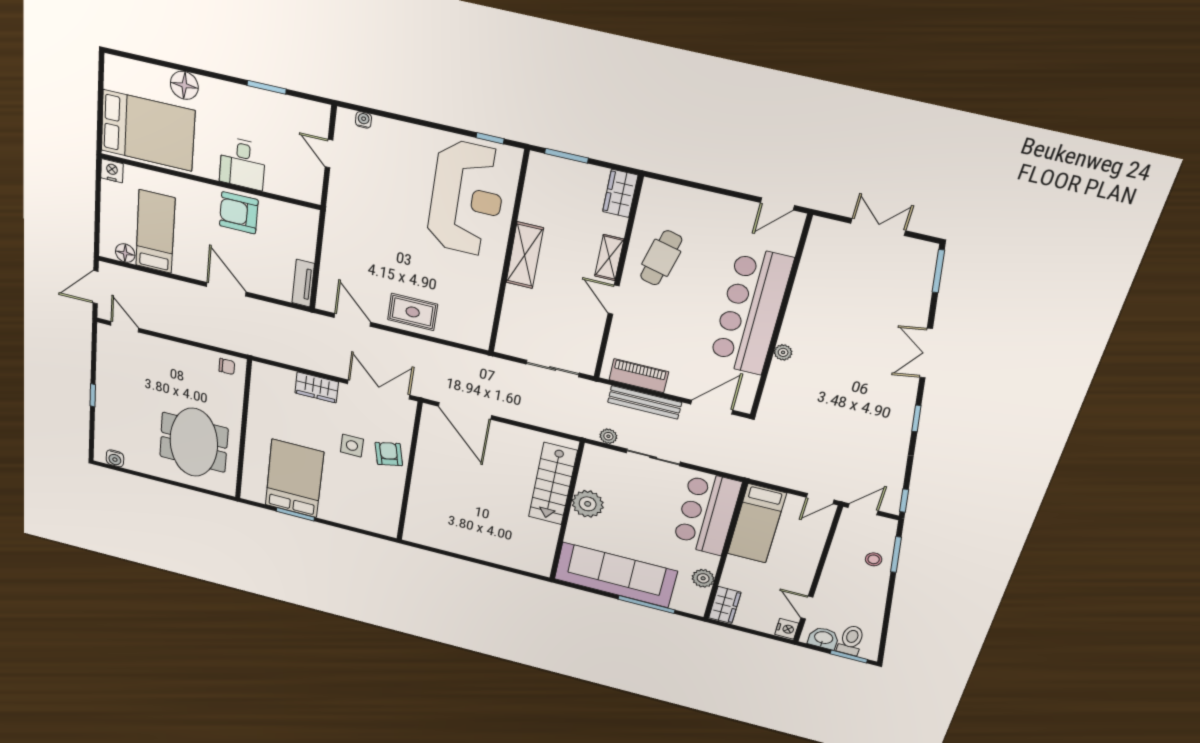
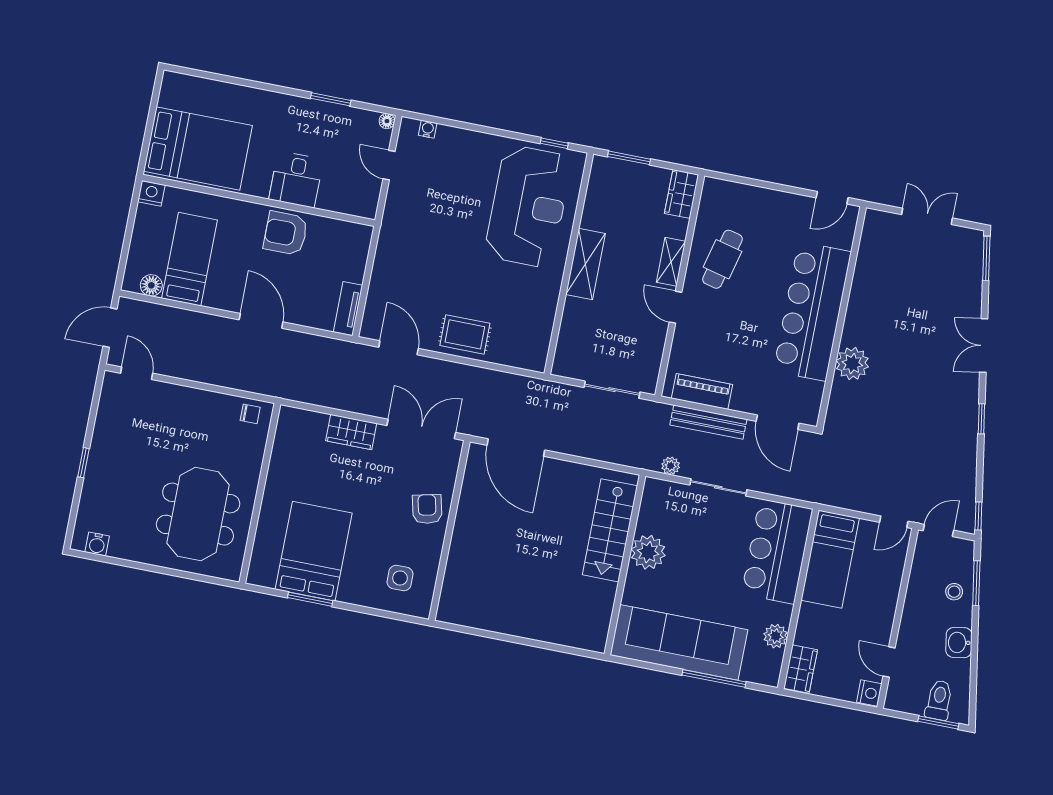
floor lamp: (184, 85) -> (387, 121), moved, width x0.53, depth x0.53
plant: (783, 352) -> (852, 364), width x1.87, depth x1.87
door: (712, 407) -> (778, 422), swing flipped
side table: (352, 446) -> (400, 578), moved
washbasin: (823, 638) -> (959, 643), moved, turned -99

